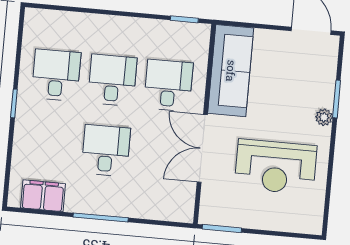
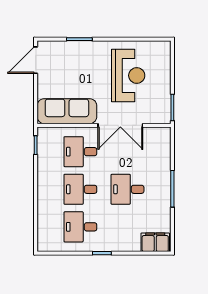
plant: (324, 117) -> (92, 46), removed
filing cabinet: (43, 196) -> (155, 242), moved, turned 90

